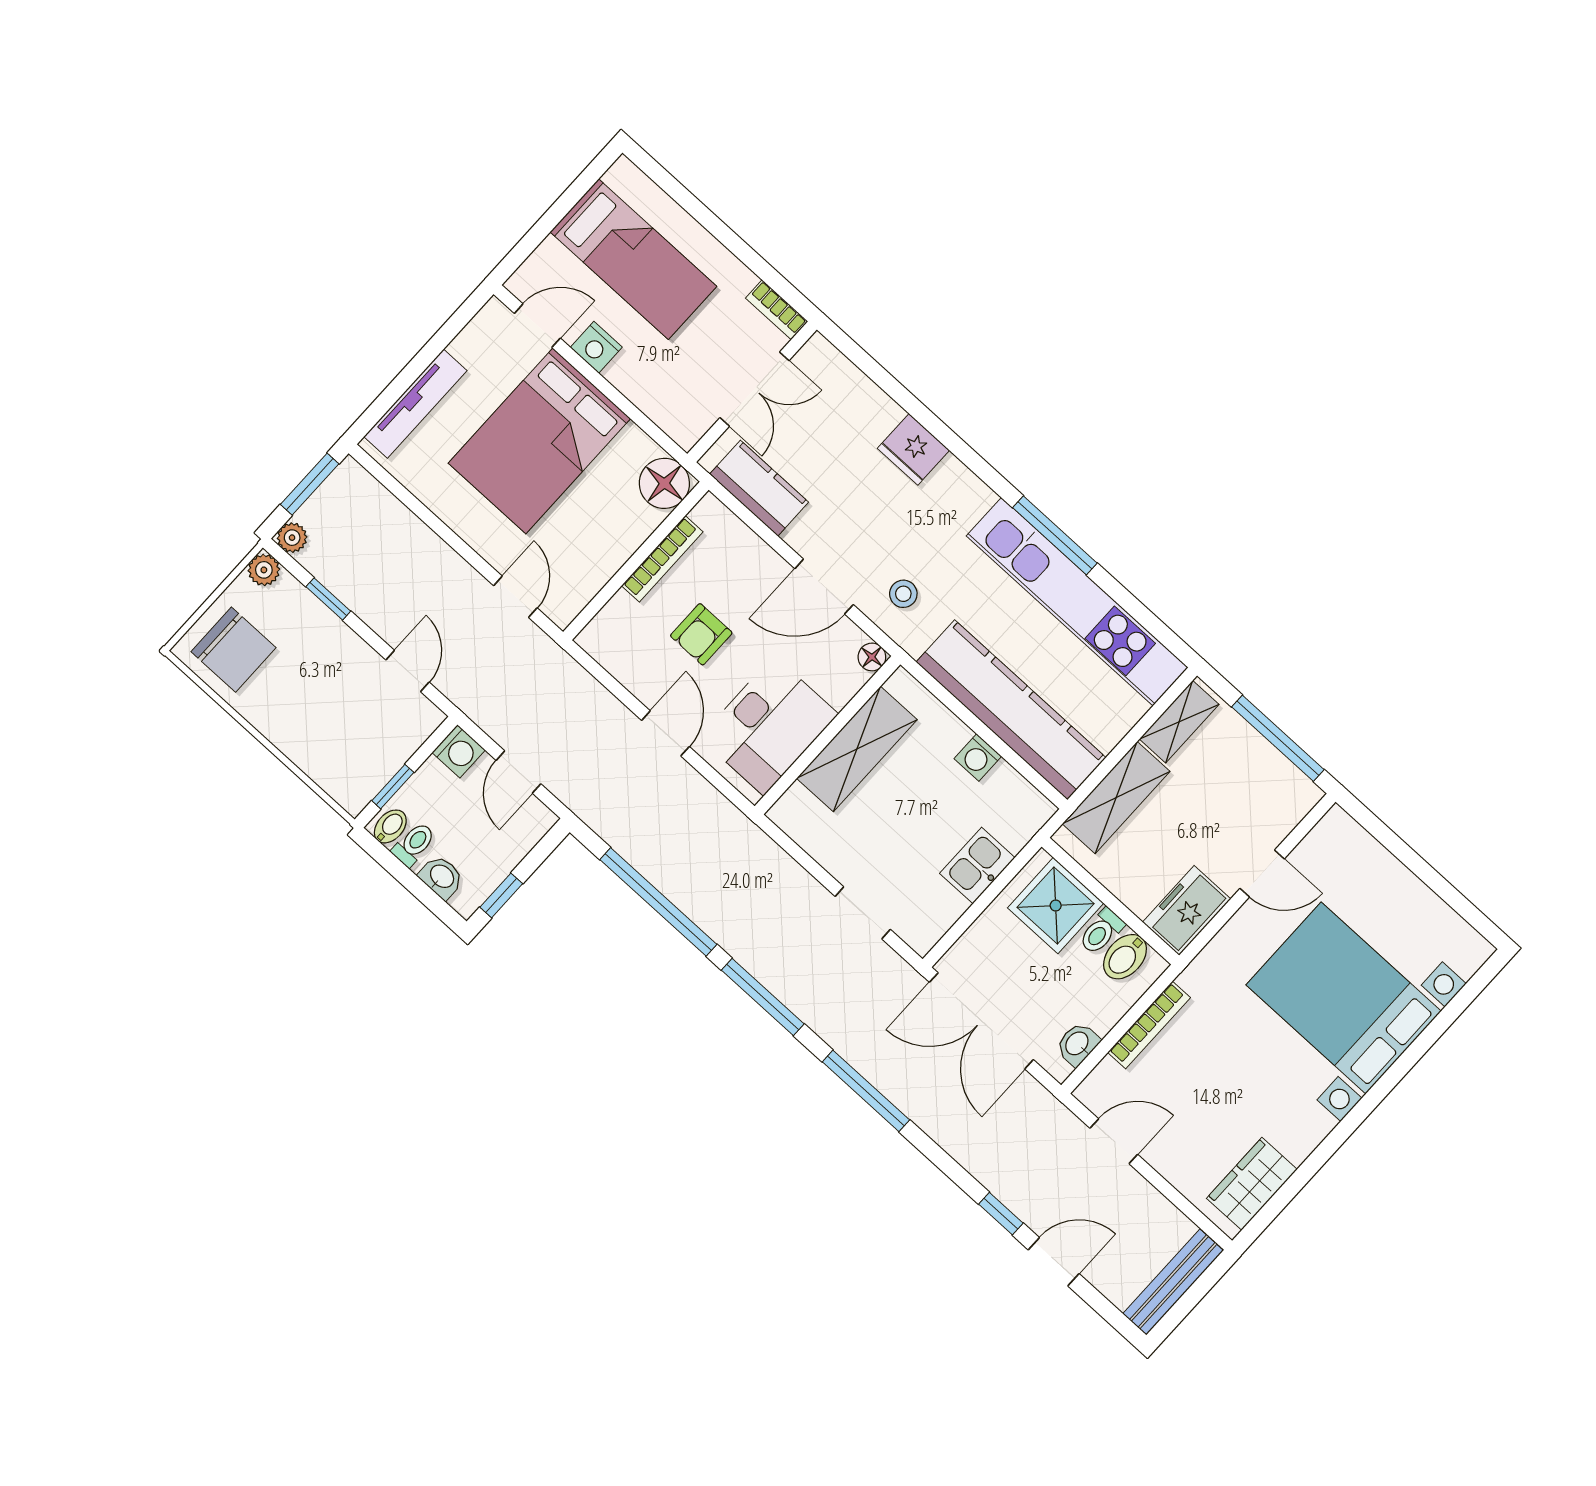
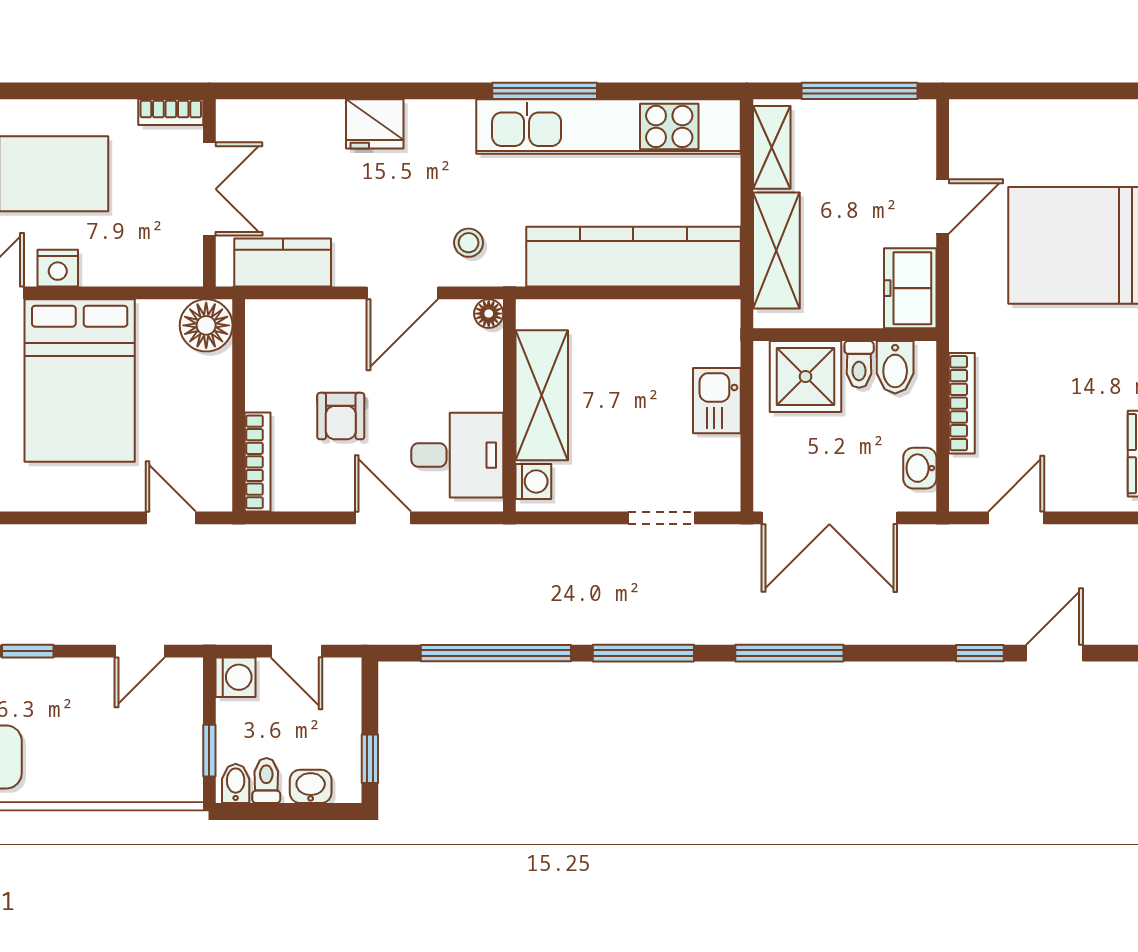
bookcase: (662, 559) -> (258, 462), moved
door: (407, 671) -> (140, 651), swing flipped
desk: (769, 726) -> (457, 455), width x0.73
washing machine: (978, 758) -> (533, 481), moved, turned -90

